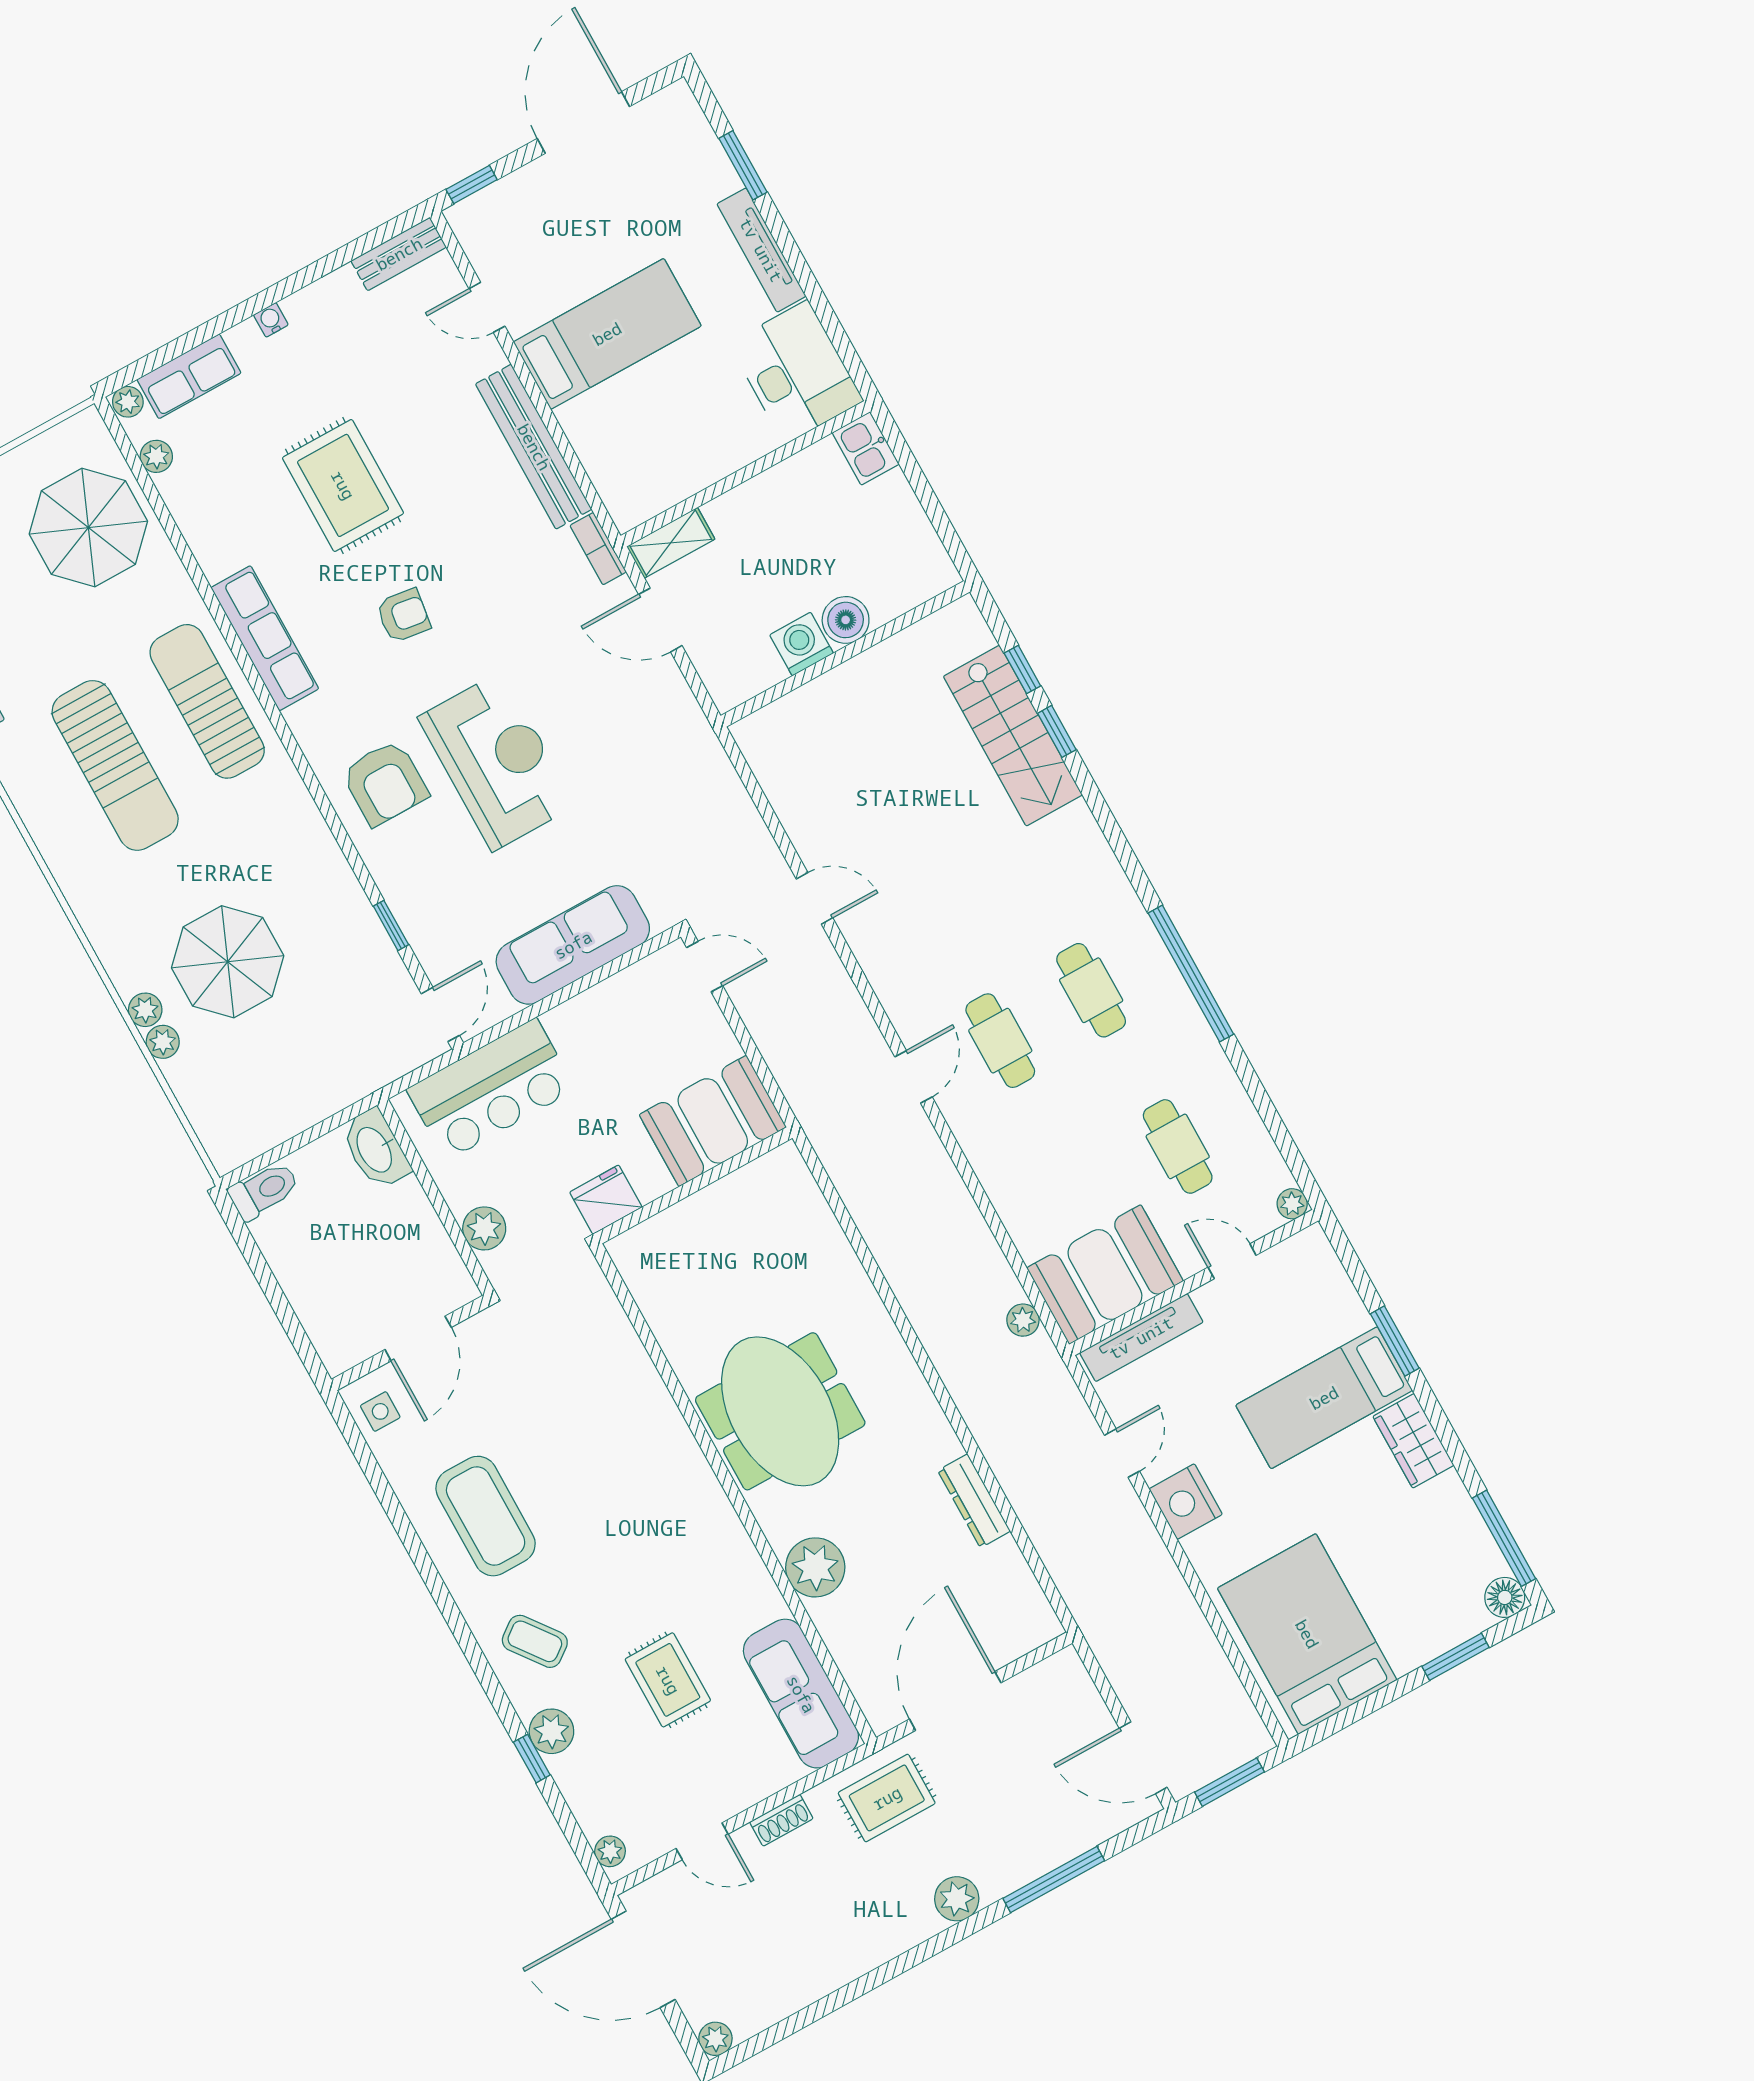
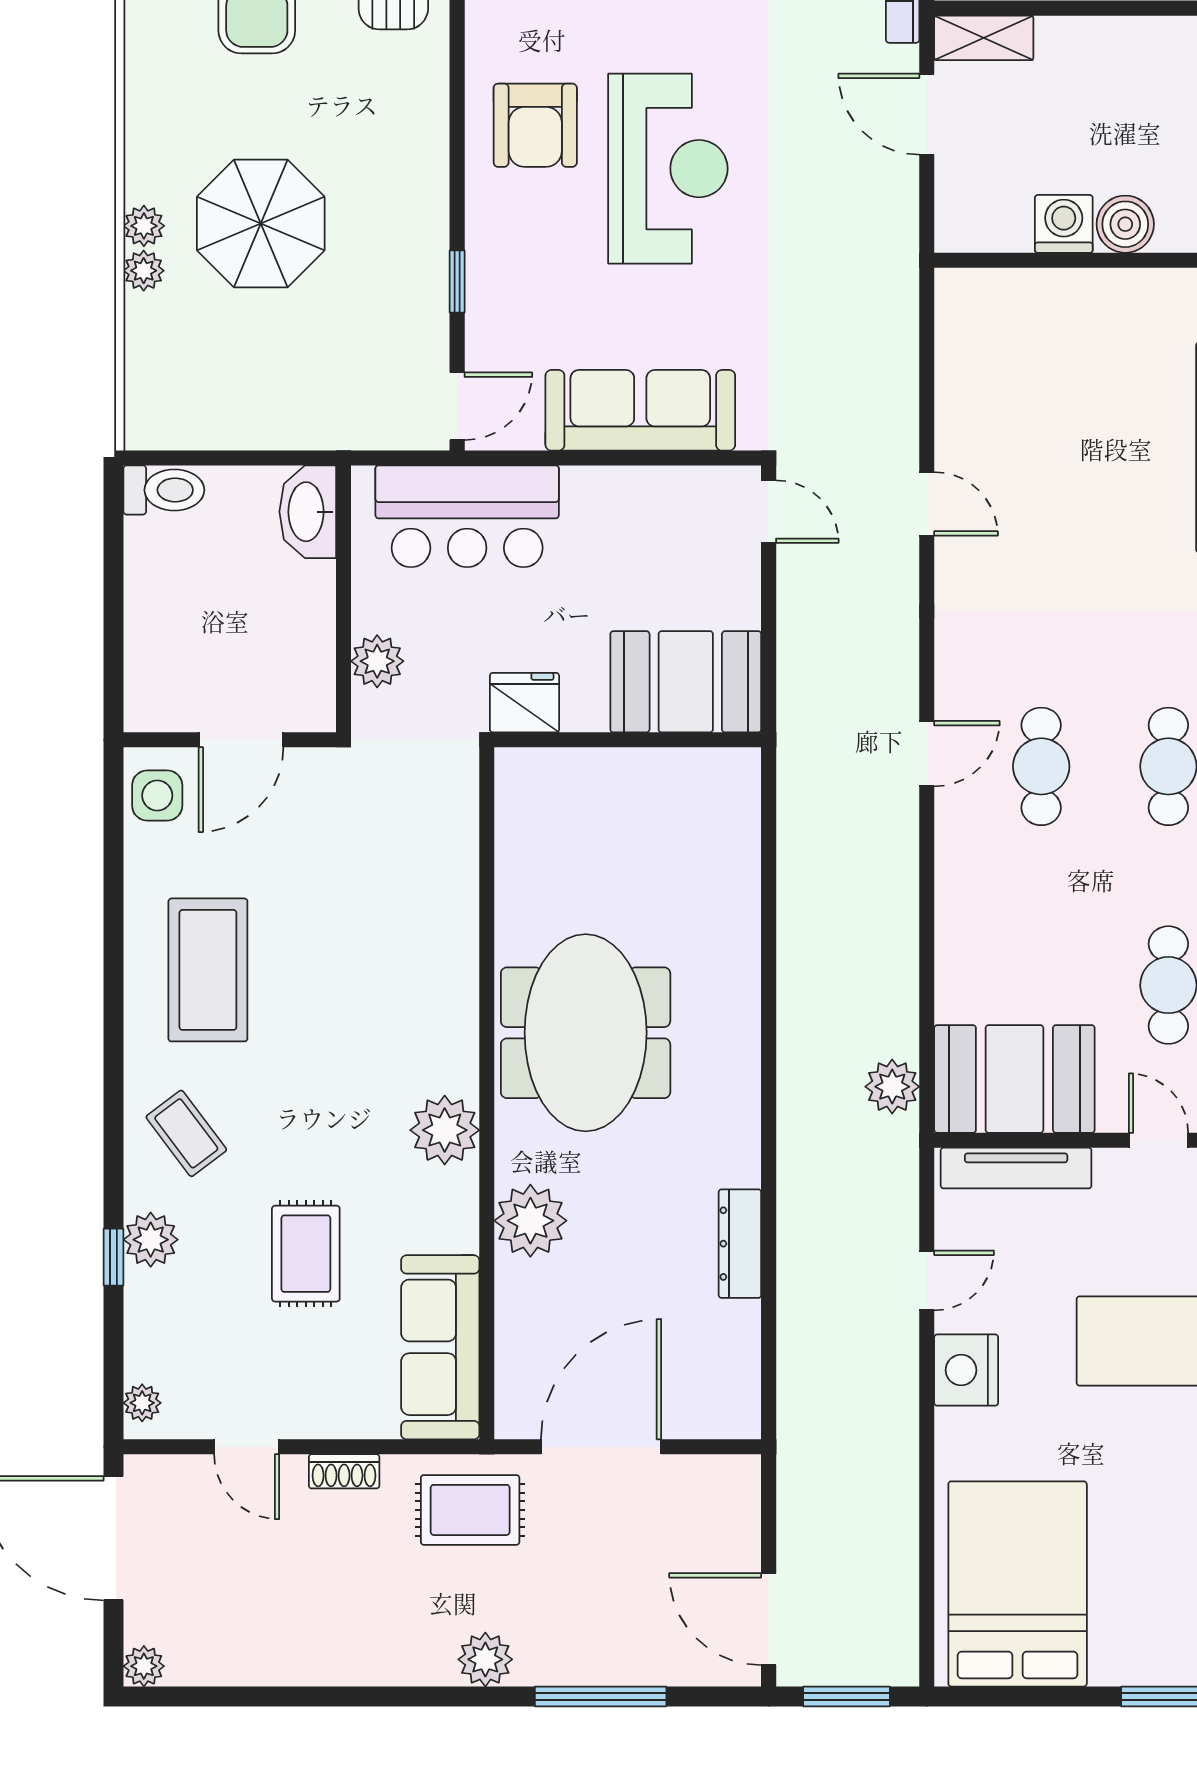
plant: (1023, 1320) -> (892, 1087), width x1.38, depth x1.38
side table: (380, 1411) -> (157, 795), width x1.37, depth x1.37
plant: (718, 1537) -> (445, 1130), added

